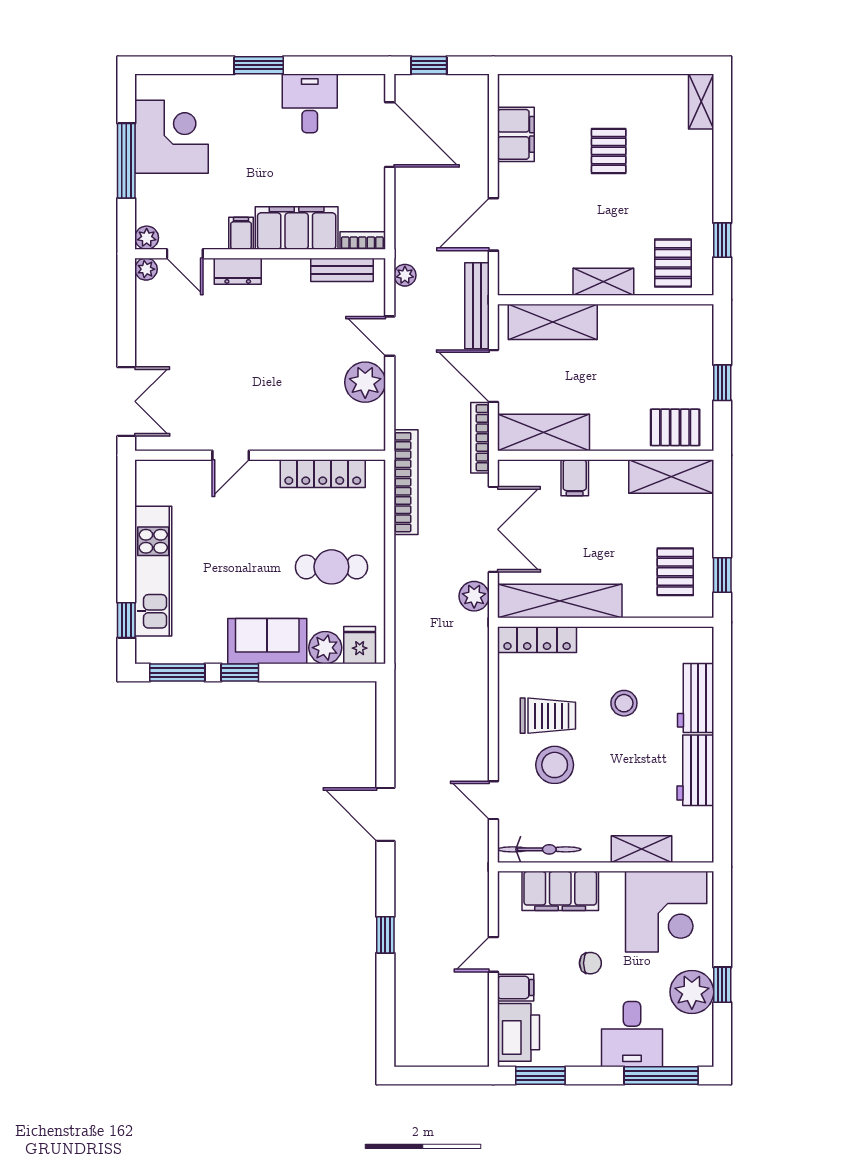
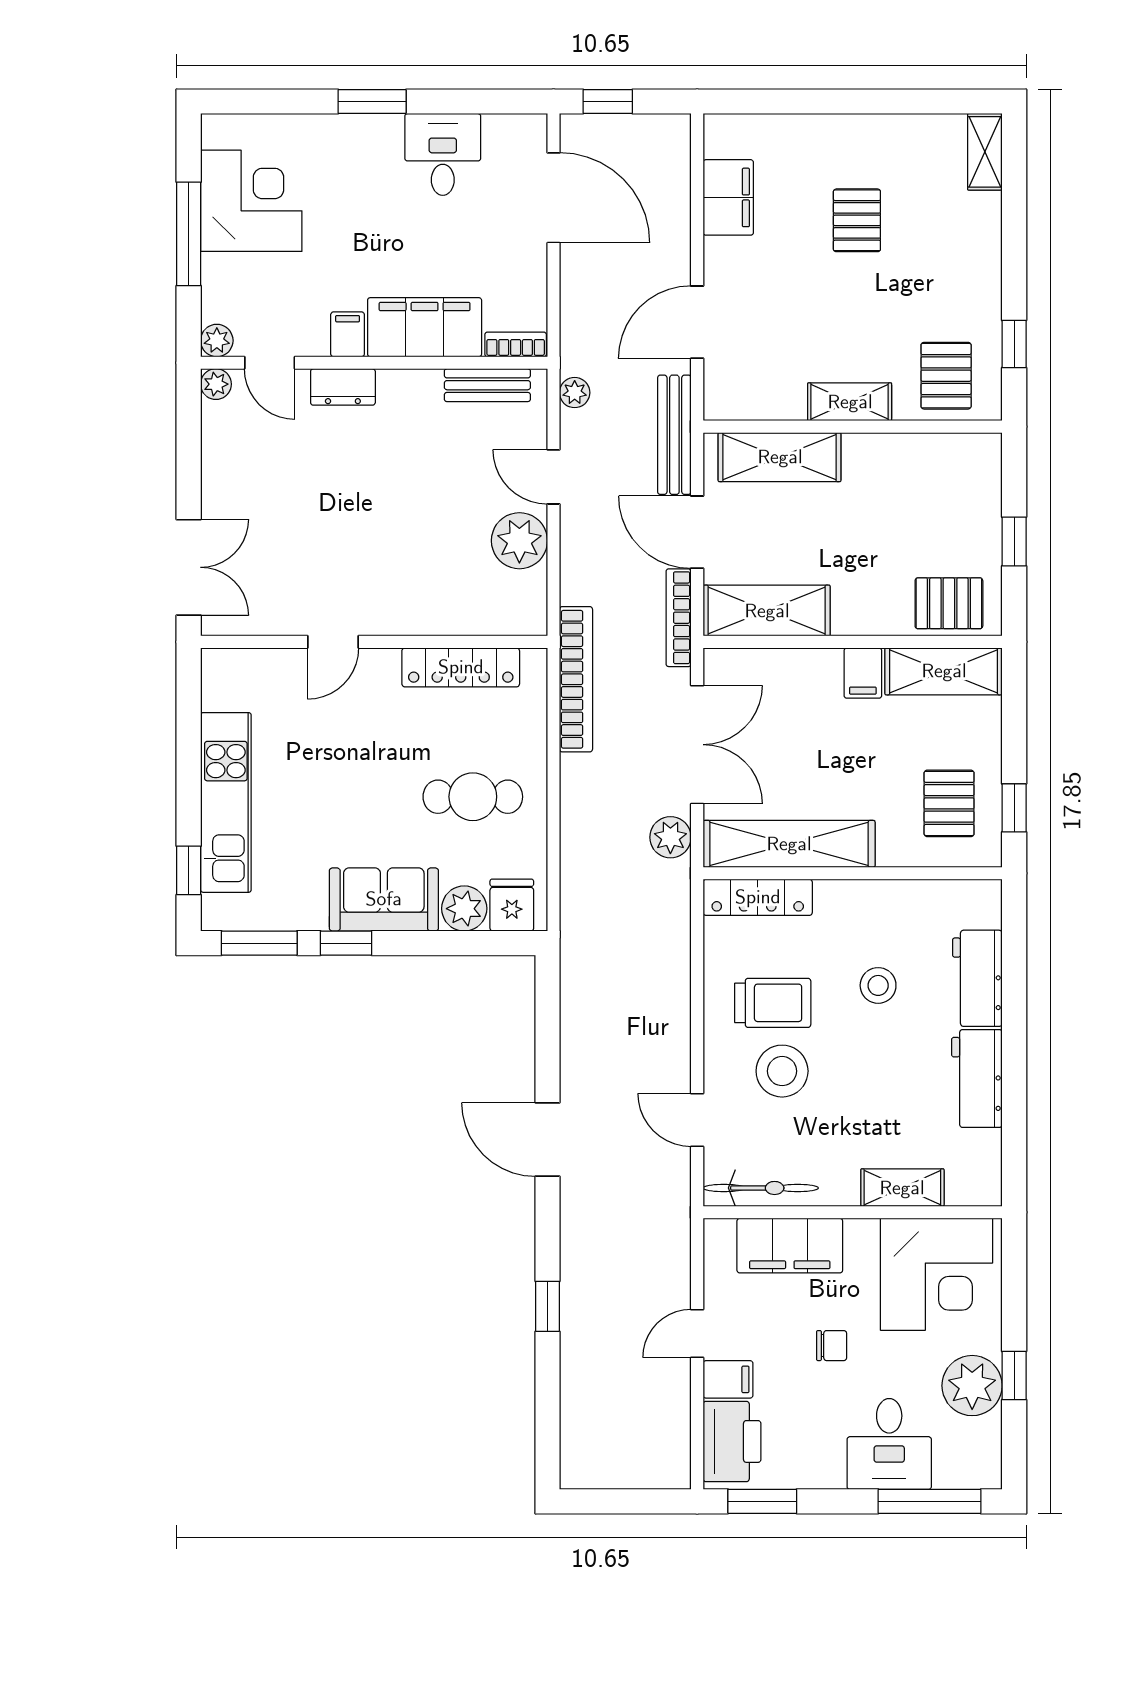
filing cabinet: (575, 478) -> (863, 673), moved

